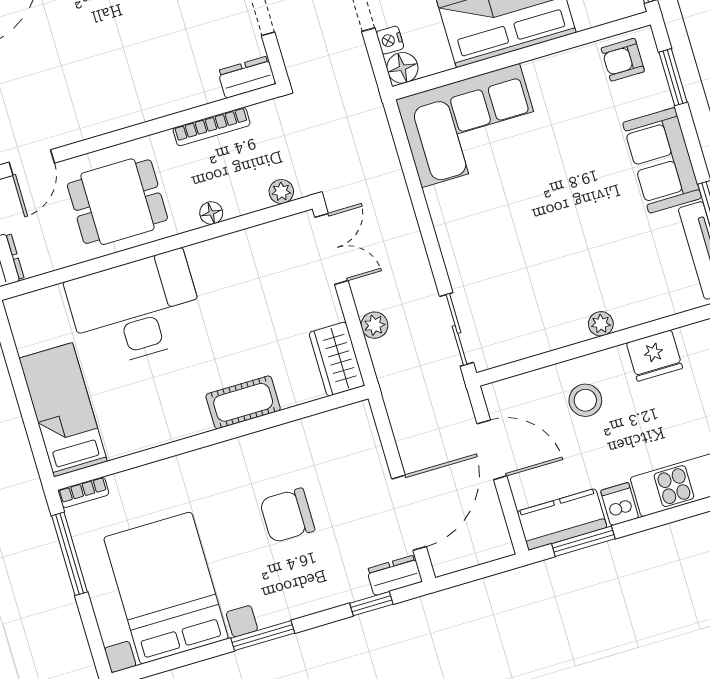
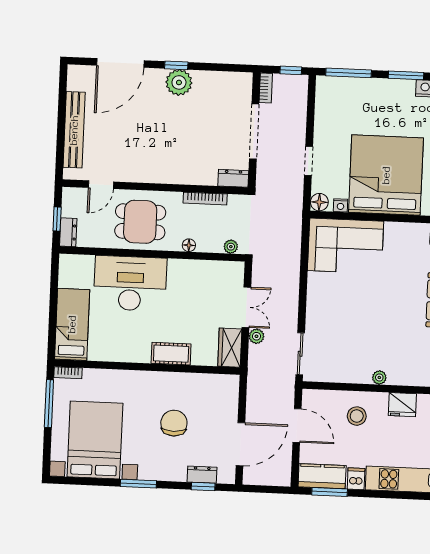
nightstand: (390, 40) -> (340, 205), moved, turned -90
double door: (331, 249) -> (246, 307), moved
chair: (287, 515) -> (174, 423), turned 90
dresser: (394, 575) -> (202, 475), moved

